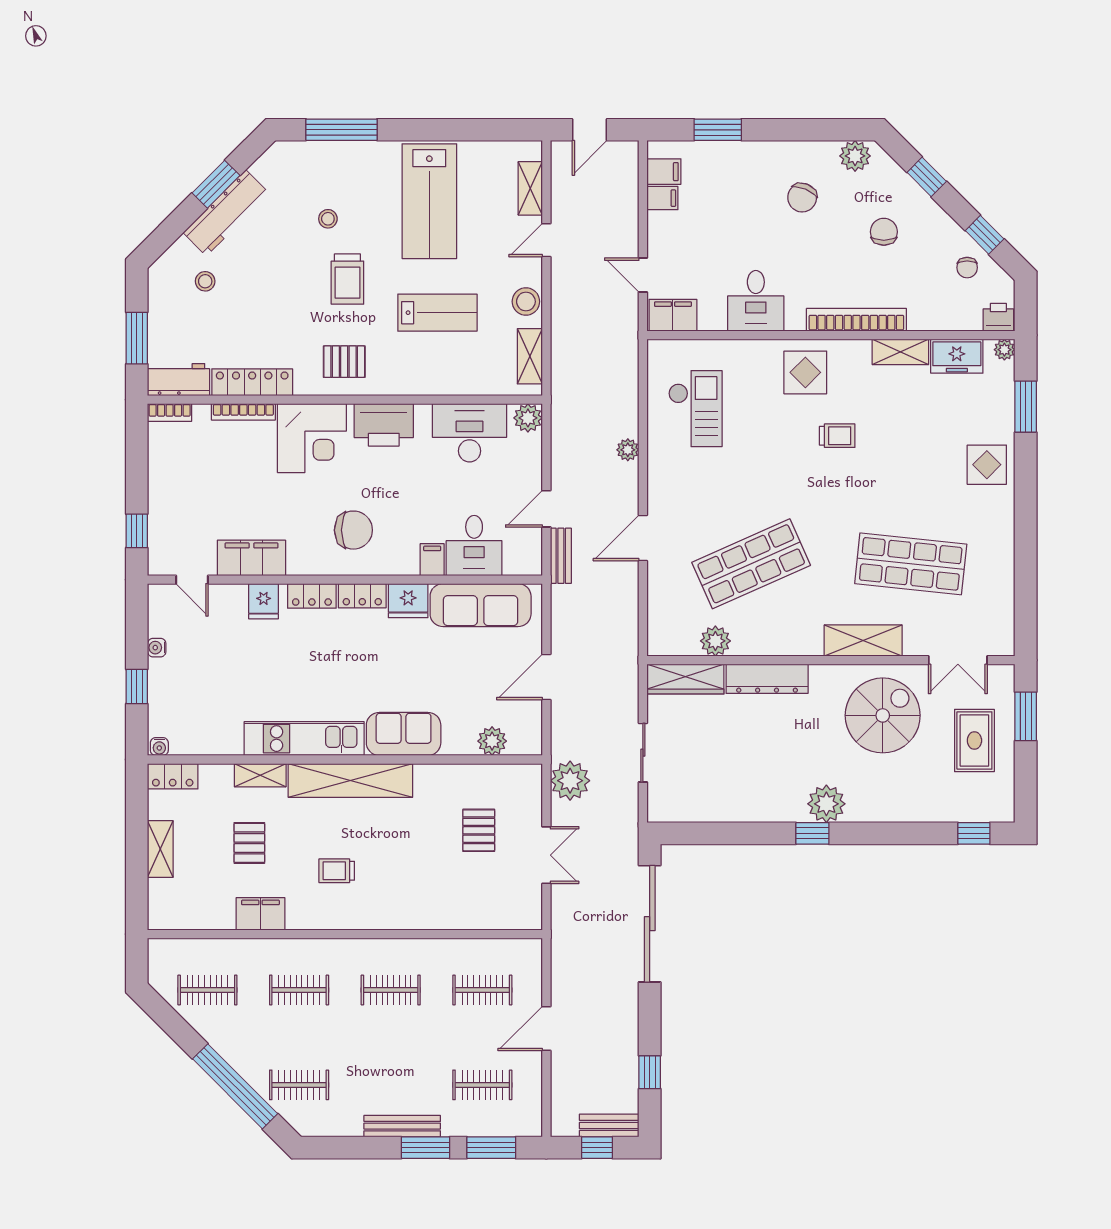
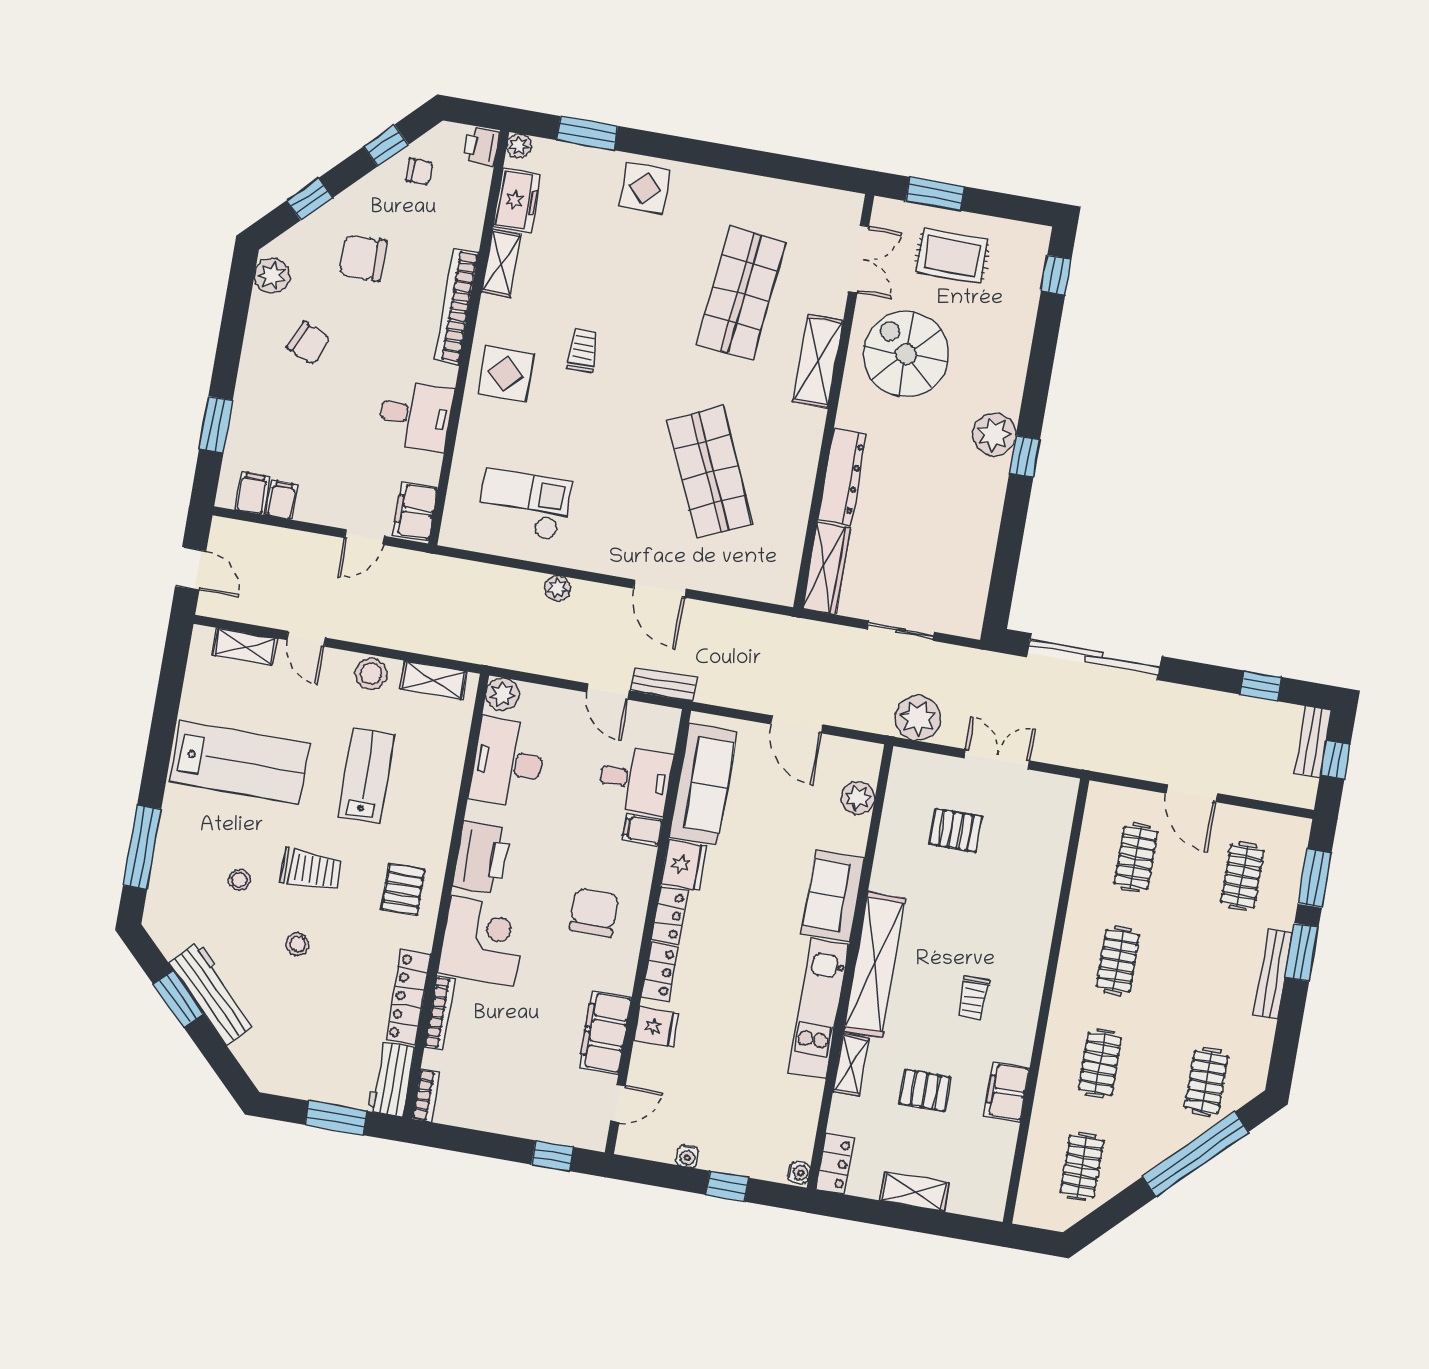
chair: (884, 232) -> (363, 258), width x1.37, depth x1.37
stool: (205, 281) -> (298, 944), moved
plant: (715, 641) -> (790, 527), removed

